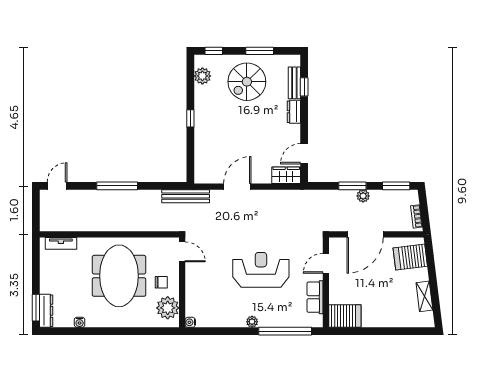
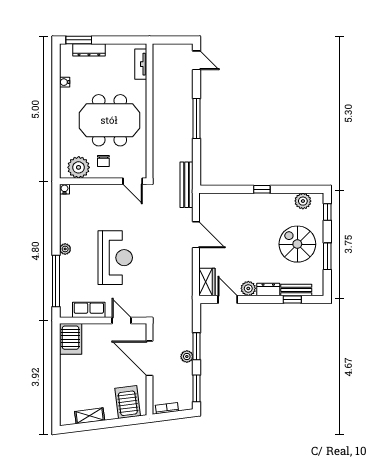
plant: (293, 132) -> (248, 288), added
door: (182, 252) -> (133, 181), hinge flipped
dresser: (46, 311) -> (89, 50), moved

